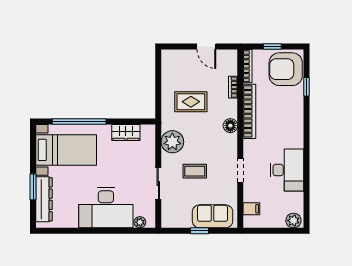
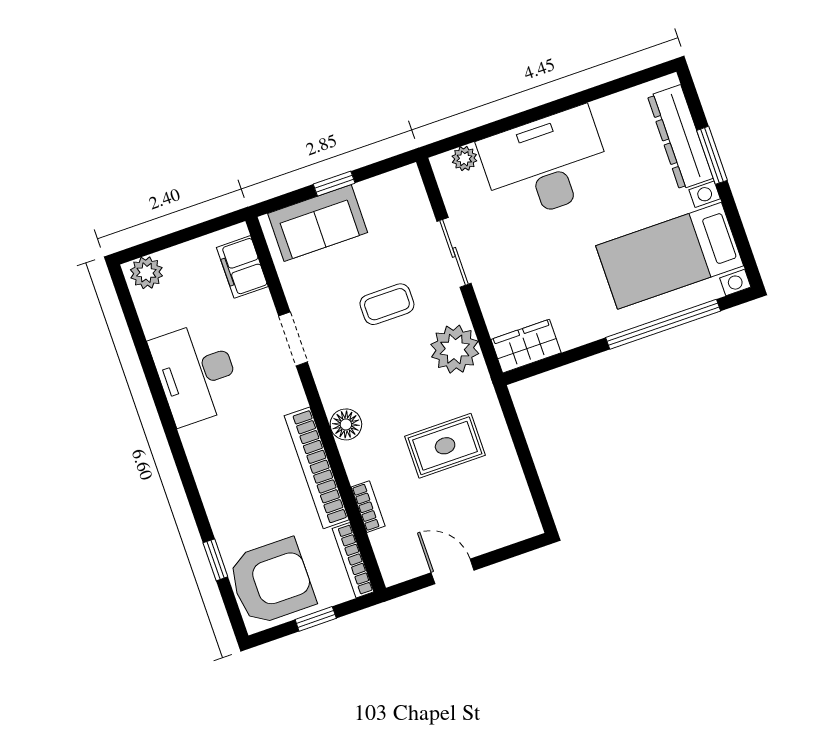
wardrobe: (126, 132) -> (526, 346), moved
filing cabinet: (251, 209) -> (242, 267), width x2.00

